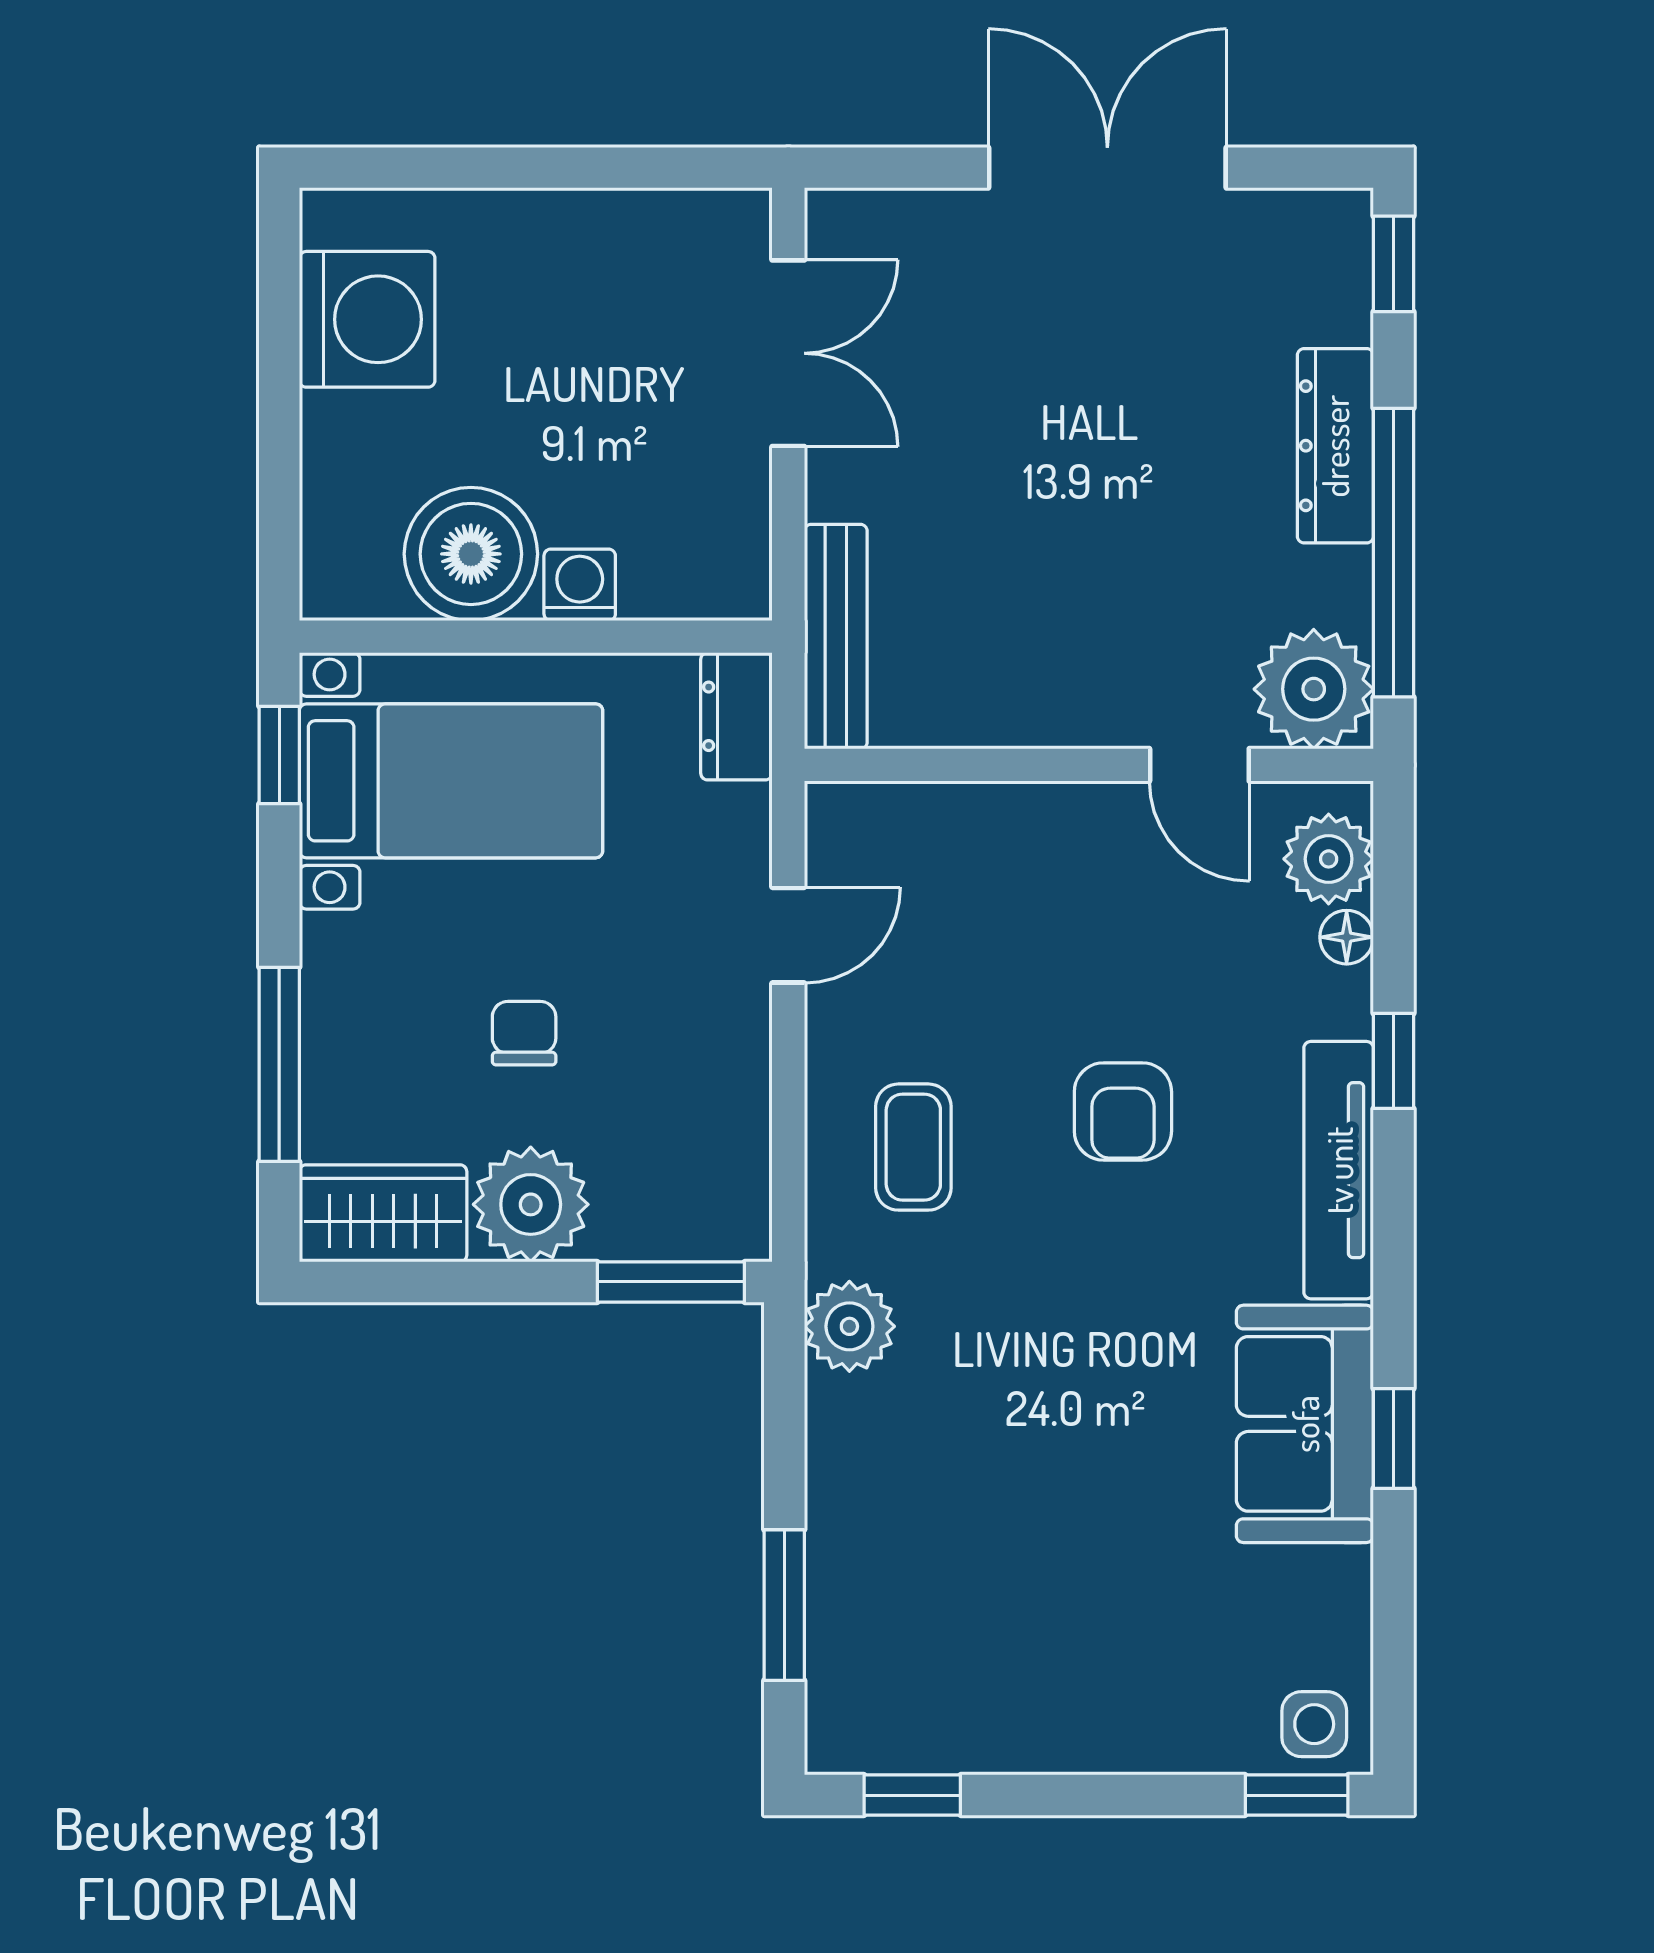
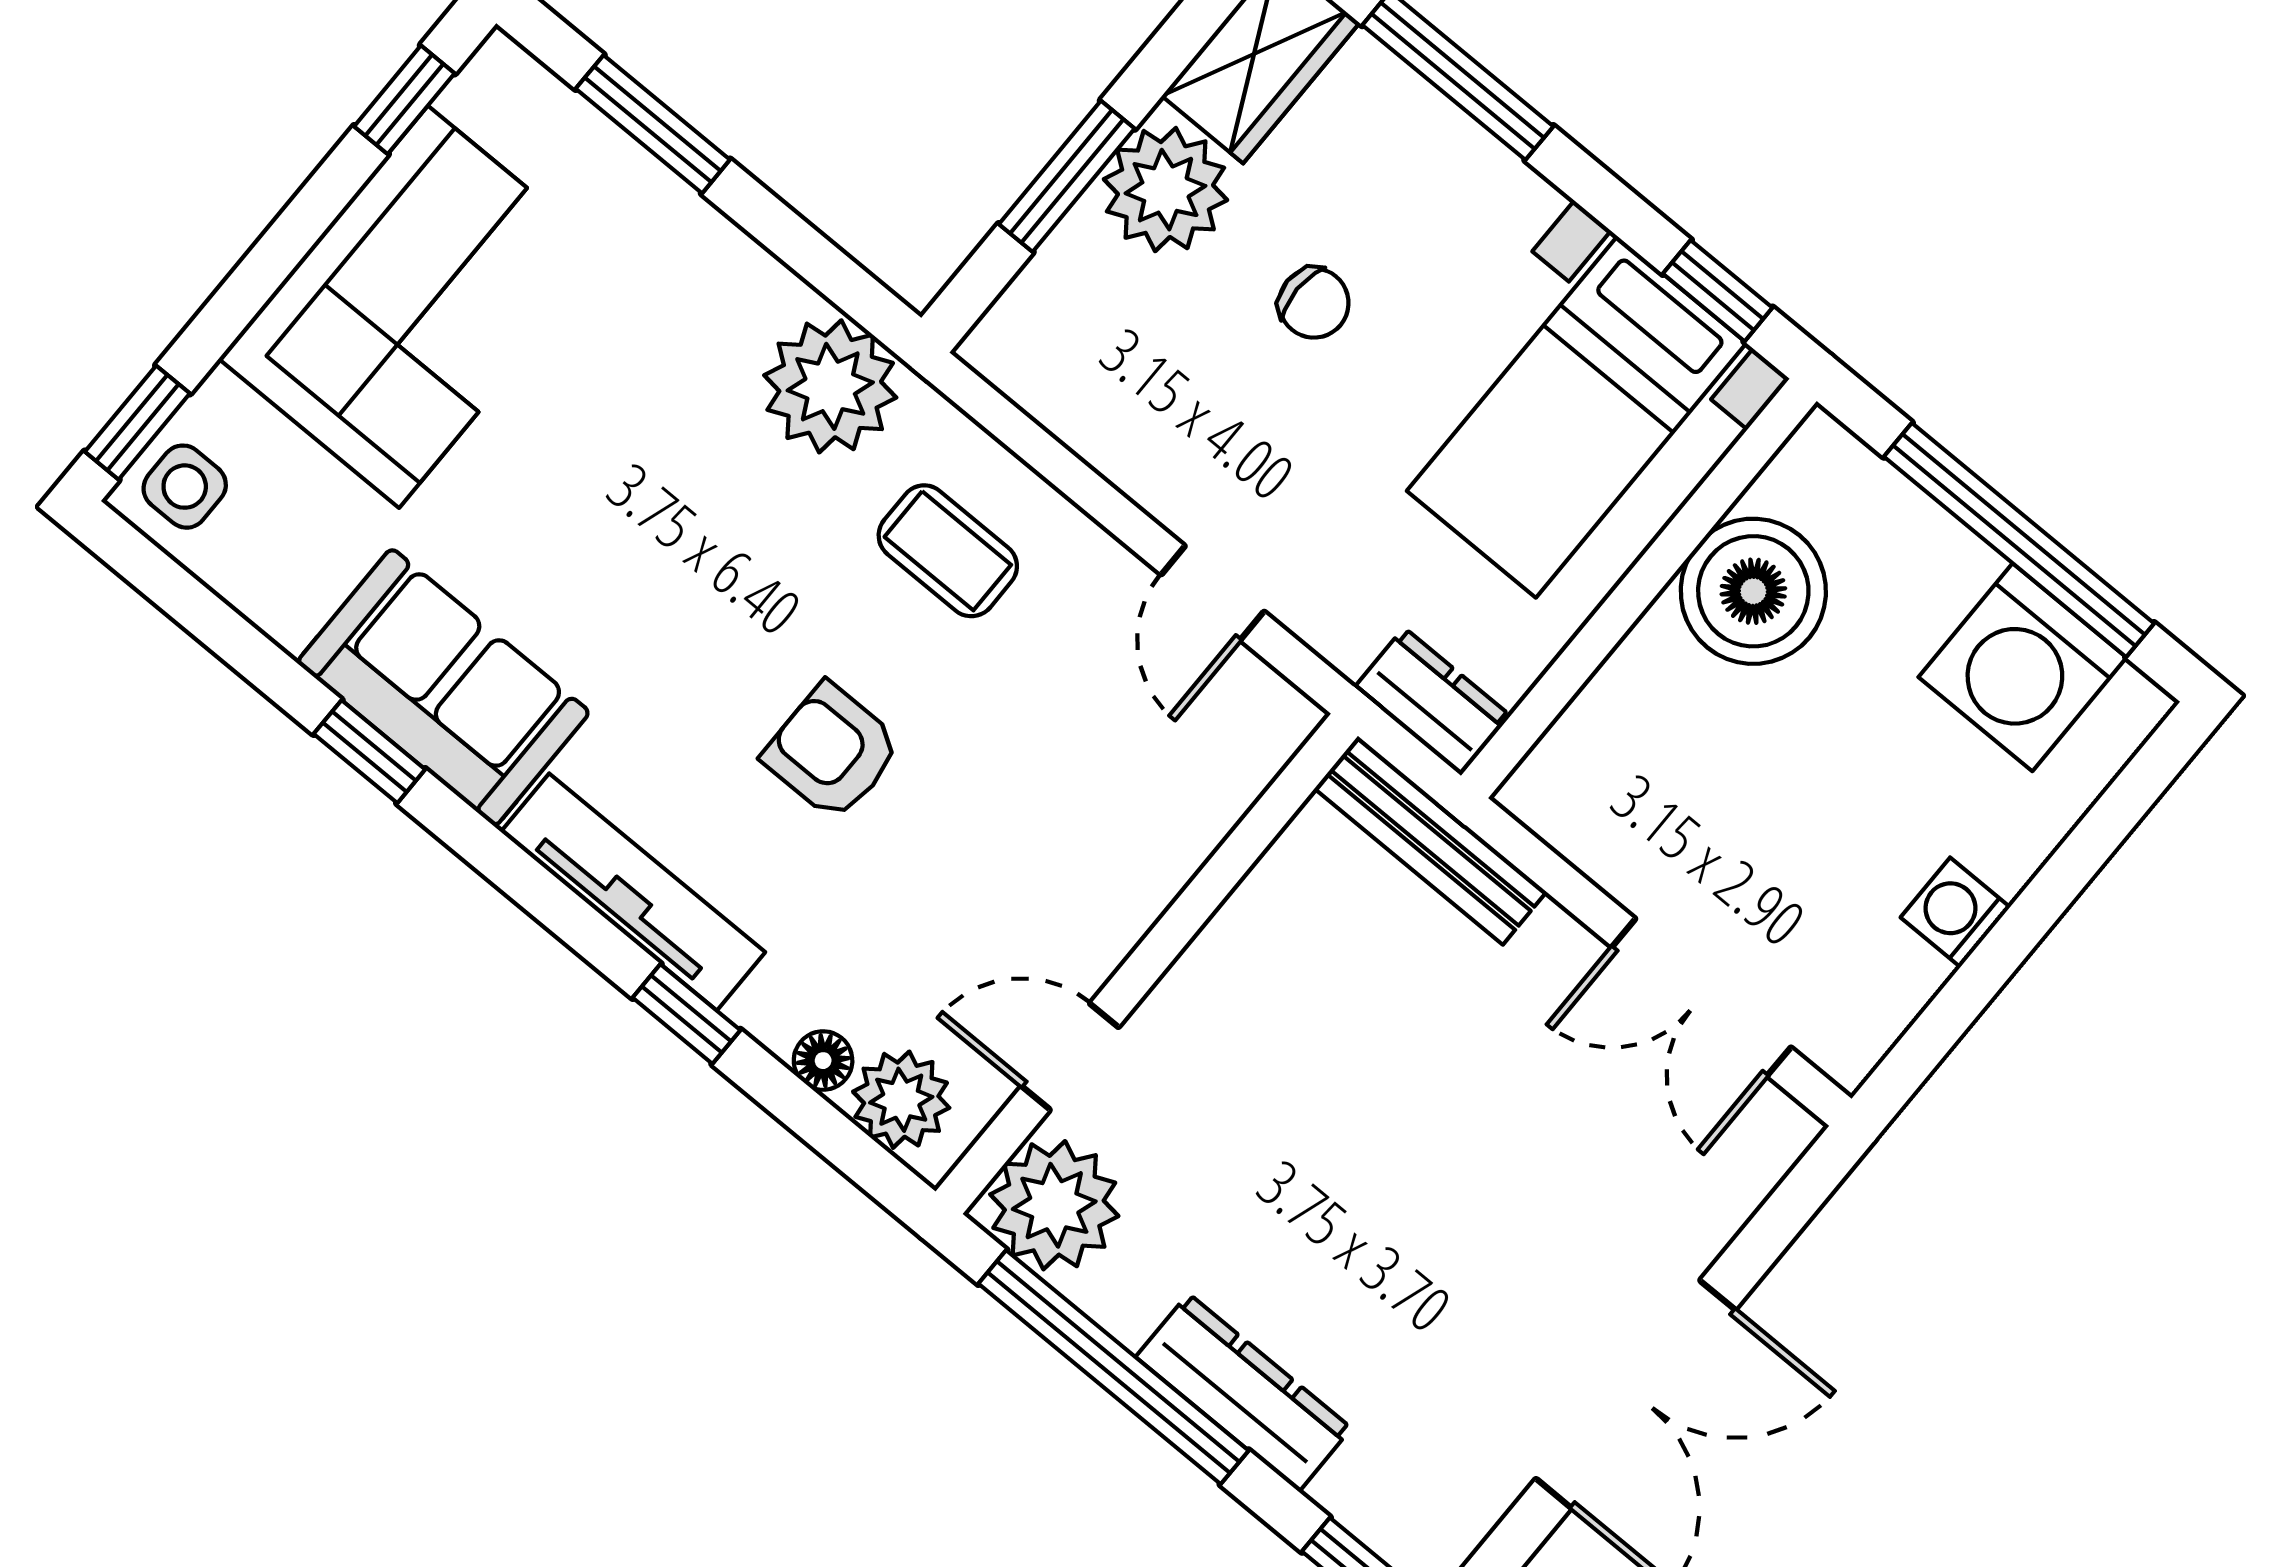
window: (279, 396) -> (2019, 540), added
washing machine: (580, 585) -> (1955, 912), moved, turned 180
window: (671, 1282) -> (1067, 176), moved
plant: (849, 1326) -> (830, 386), width x1.36, depth x1.36
corner sofa: (1053, 1668) -> (413, 307), added

